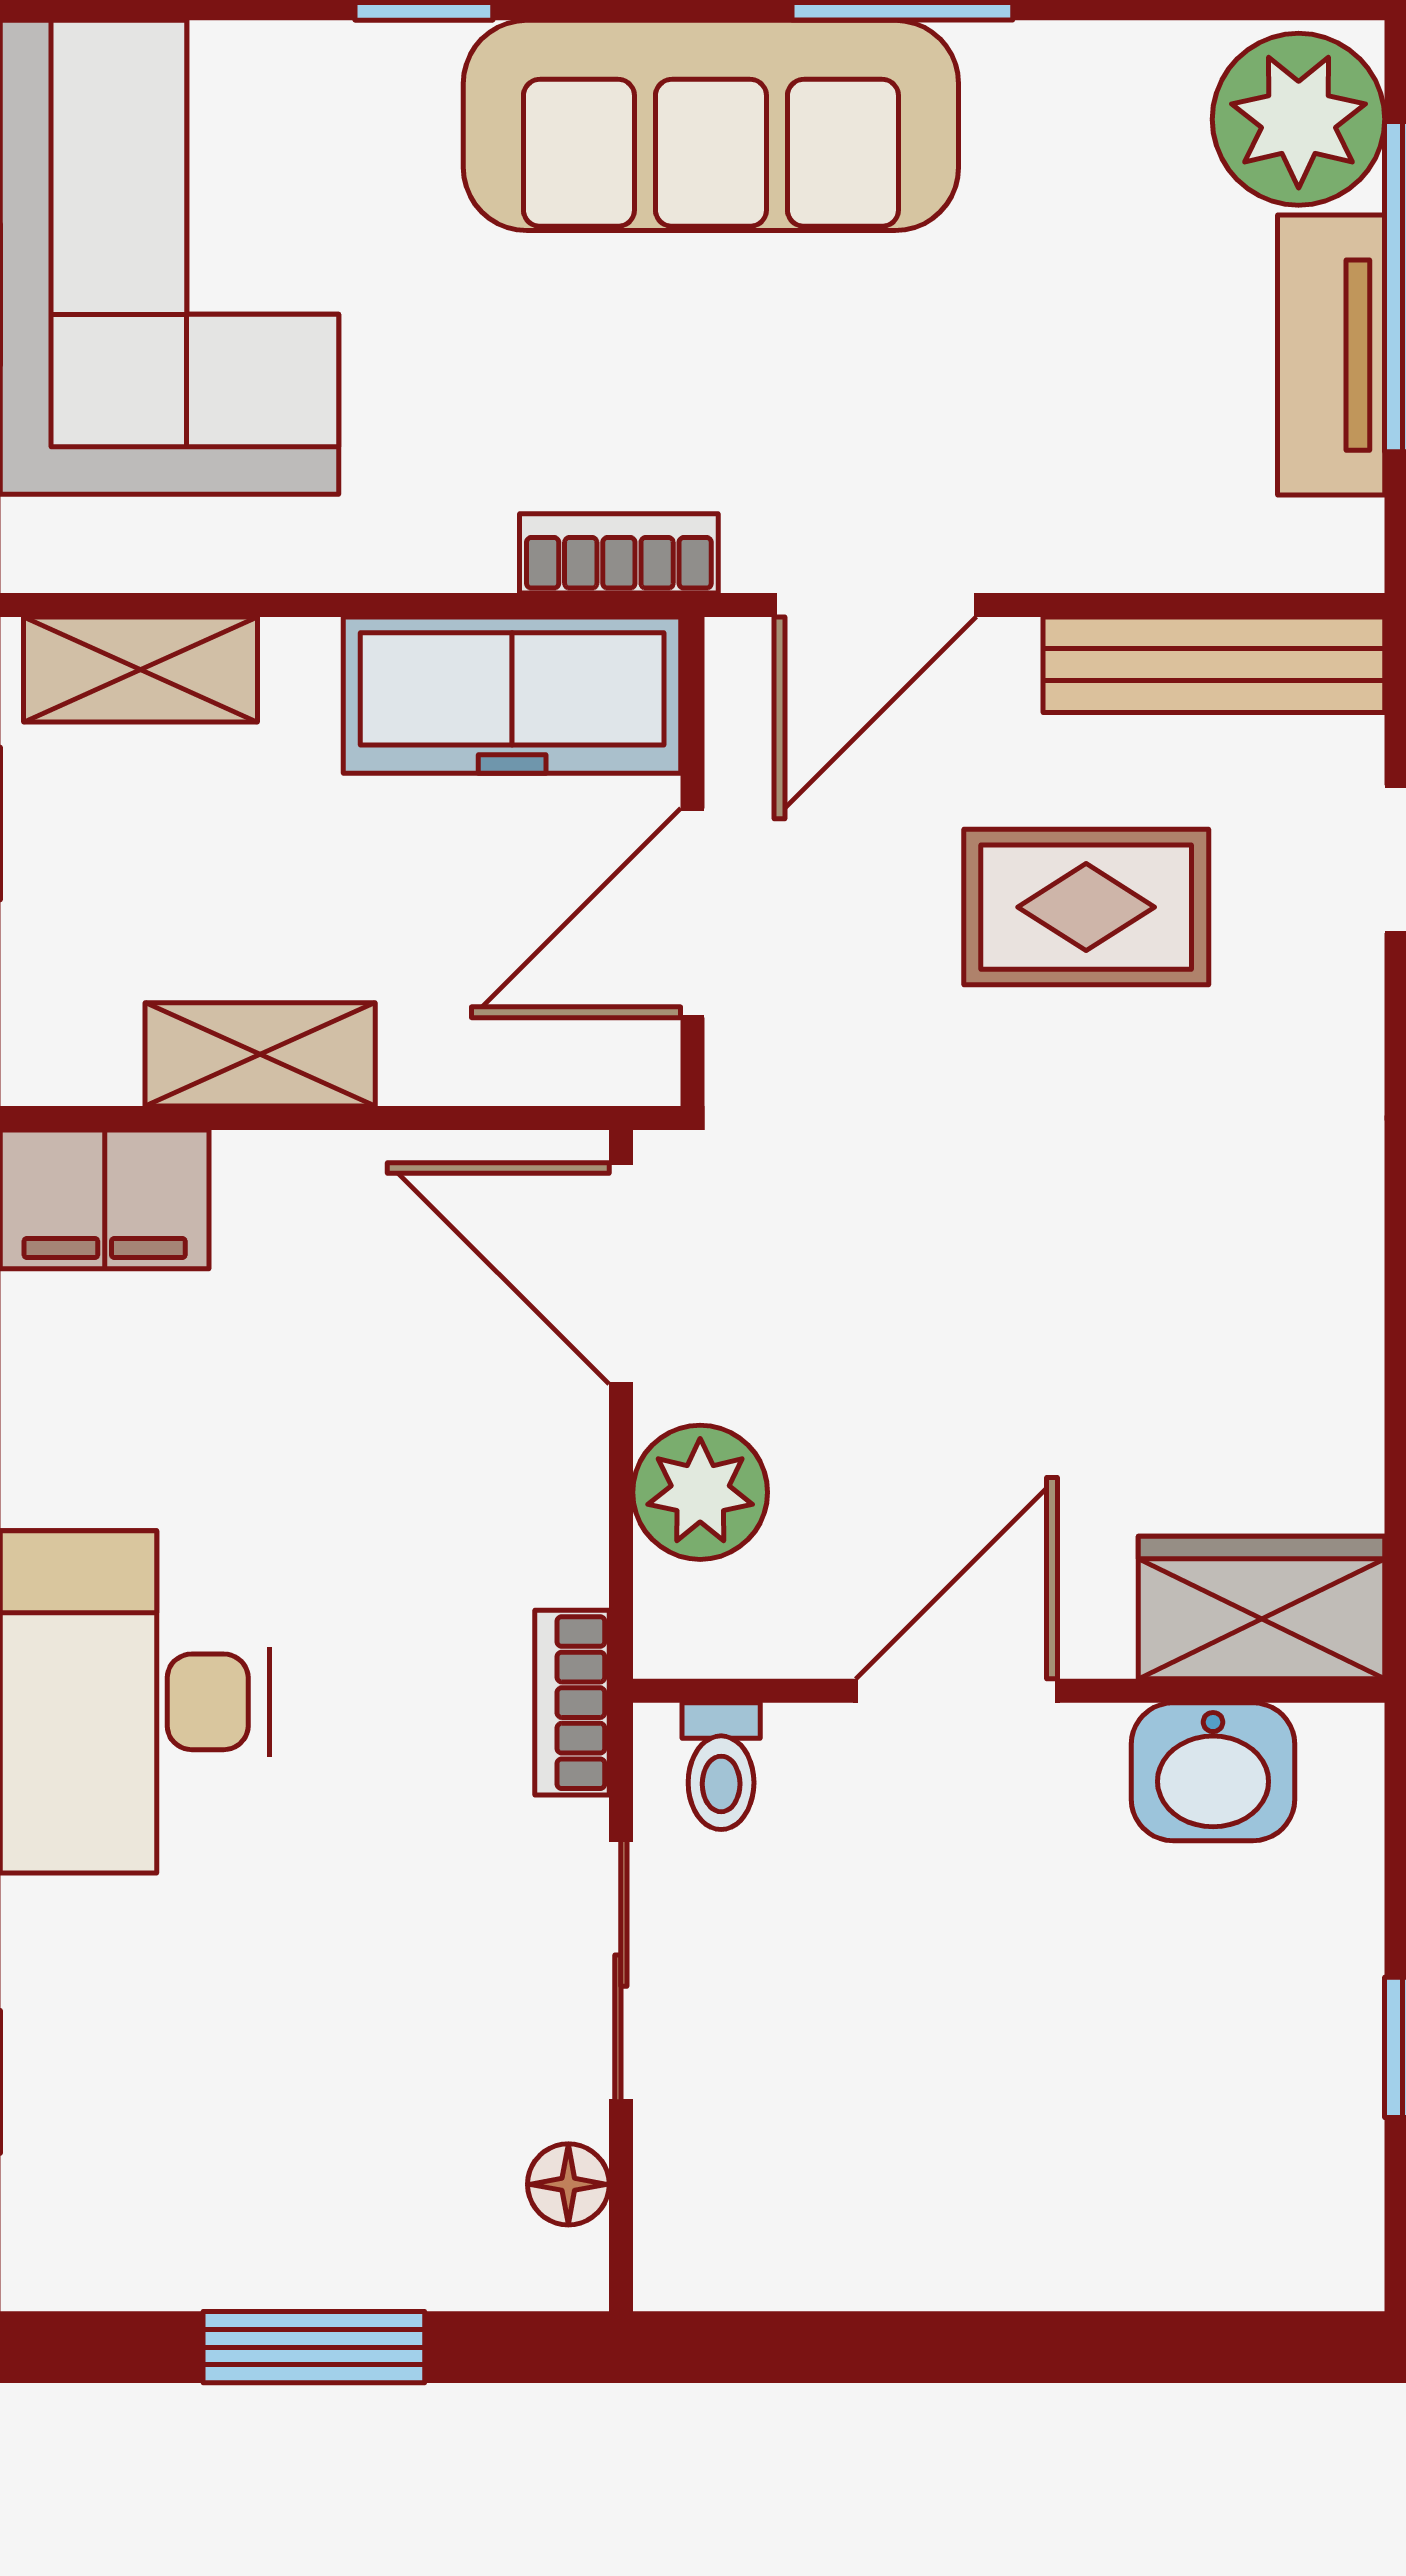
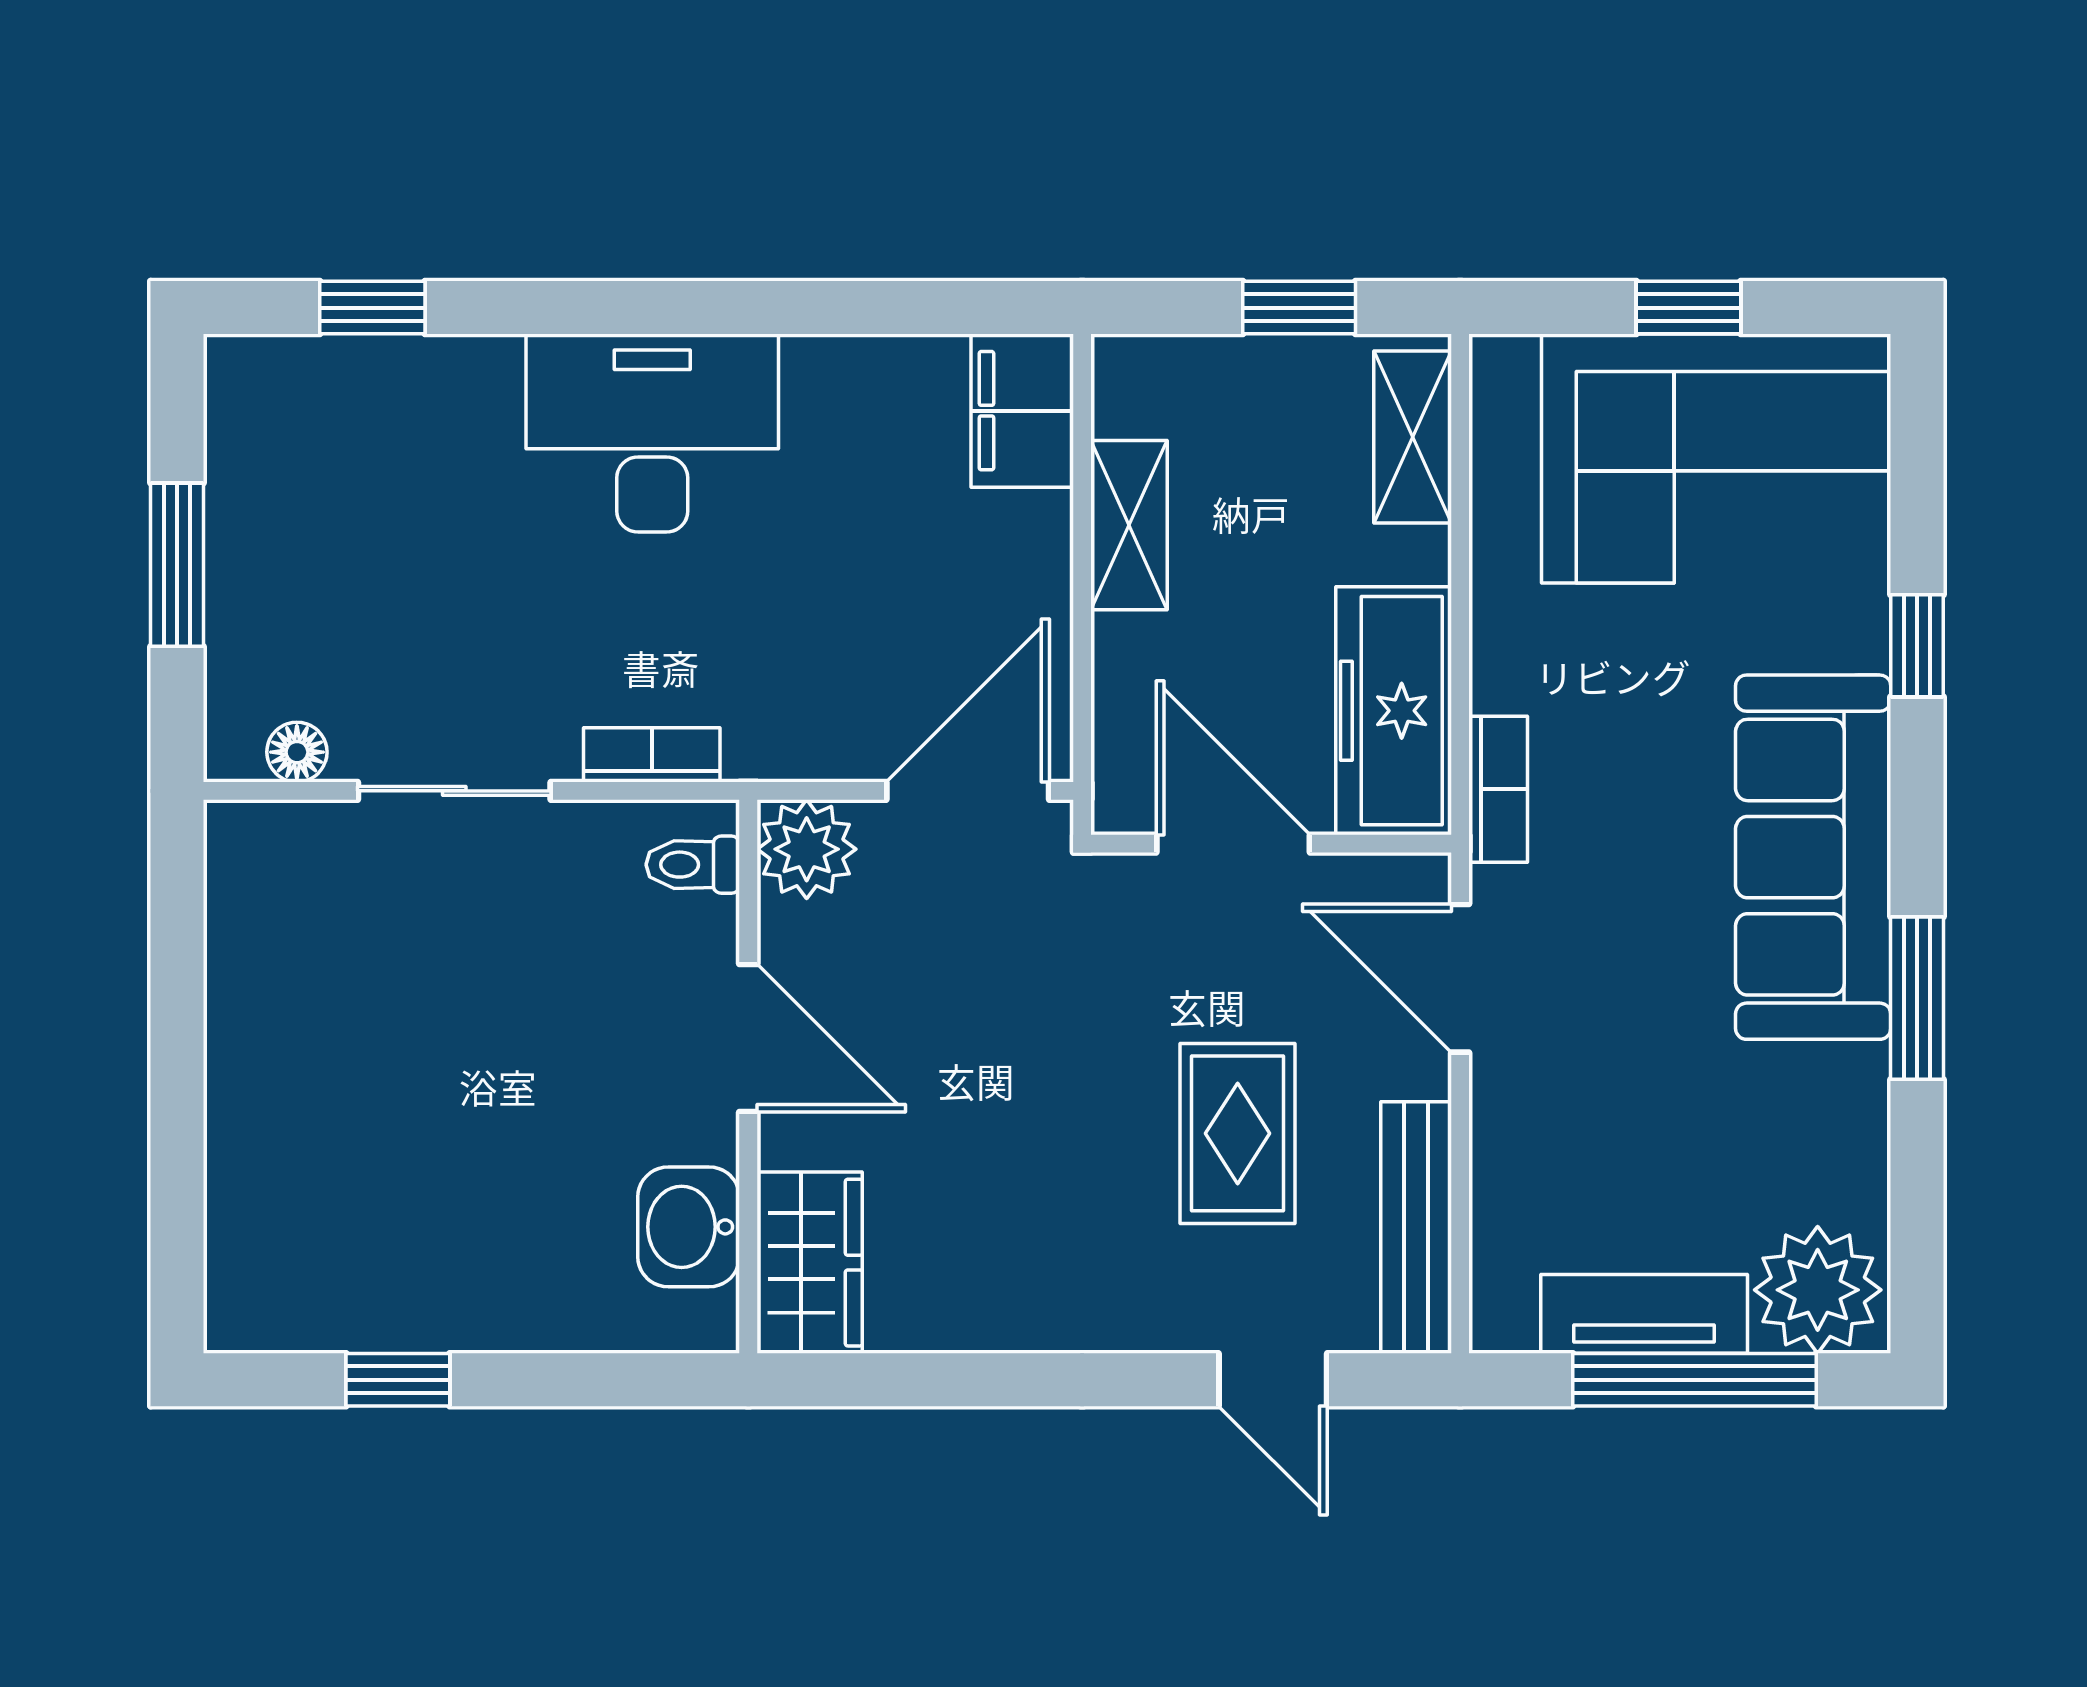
wardrobe: (1262, 1607) -> (810, 1263), moved
door: (957, 1691) -> (748, 1038), moved
wall: (1009, 1691) -> (748, 1076), moved
toilet: (721, 1766) -> (693, 865), moved
washbasin: (1213, 1772) -> (689, 1227), moved

